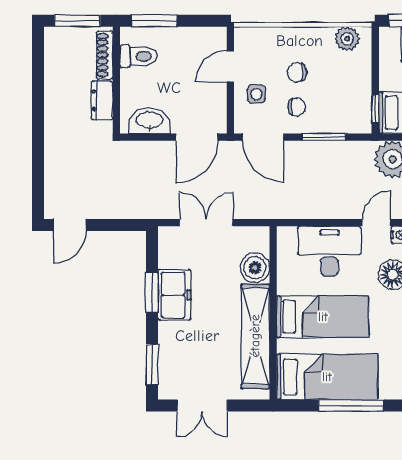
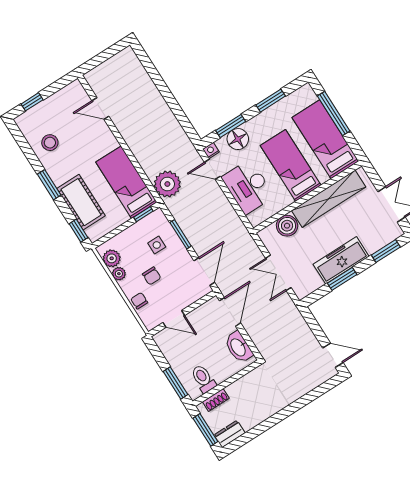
plant: (324, 36) -> (119, 274), added
shoe rack: (105, 55) -> (216, 400), width x0.70
side table: (257, 94) -> (157, 245), moved
dresser: (102, 100) -> (229, 434), moved, turned 180
chair: (297, 107) -> (139, 301), moved
door: (197, 137) -> (230, 312), hinge flipped
freezer: (174, 295) -> (341, 260), width x1.40

